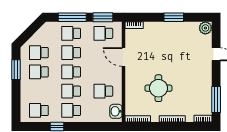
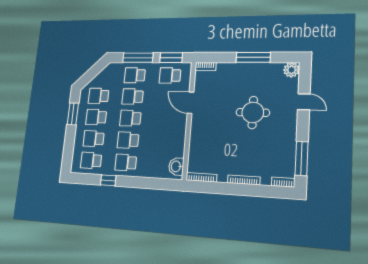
window: (174, 17) -> (253, 57), width x1.44
round table: (158, 88) -> (253, 112), moved
school desk: (103, 91) -> (94, 139), moved

